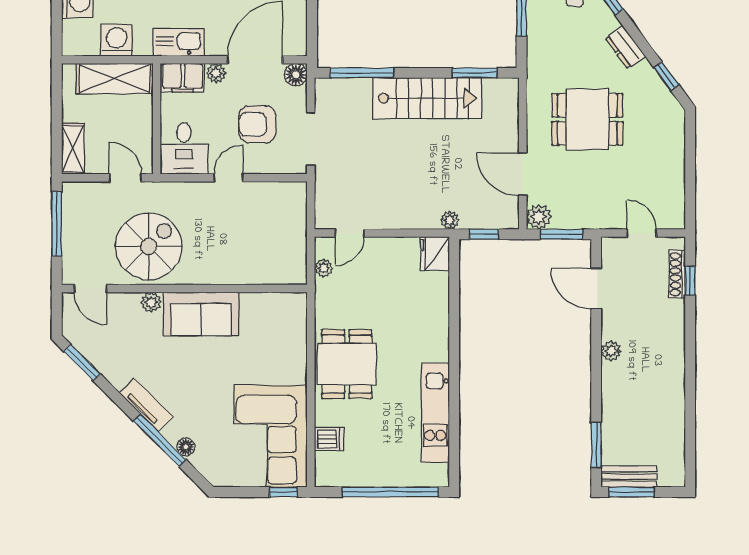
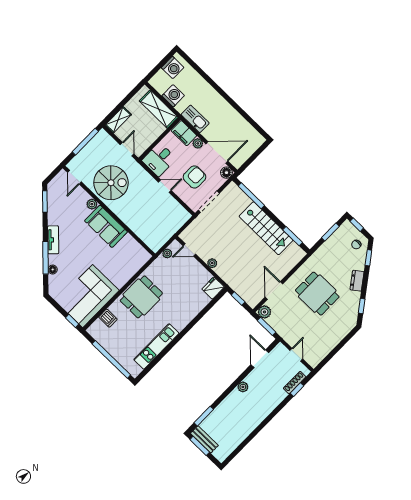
armchair: (257, 124) -> (195, 177), turned 90
plant: (450, 220) -> (212, 263), moved

